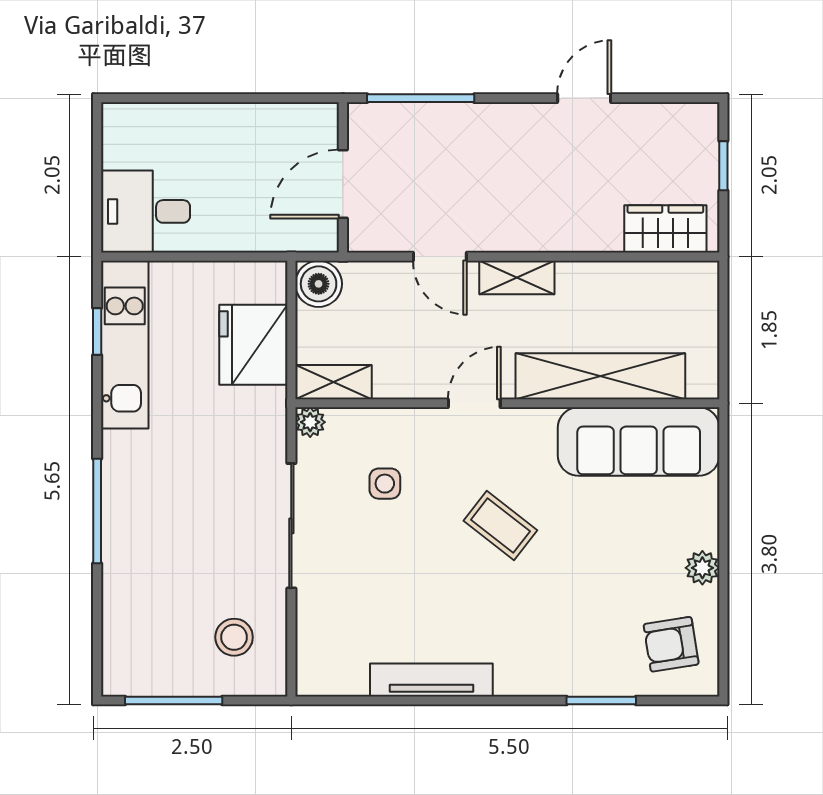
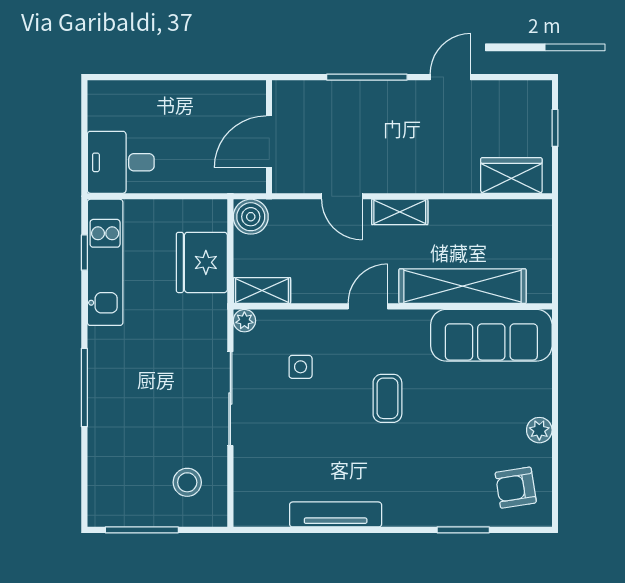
window: (421, 98) -> (367, 77), moved
coffee table: (500, 525) -> (387, 398), turned 52

